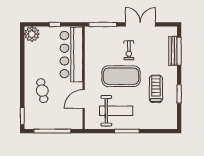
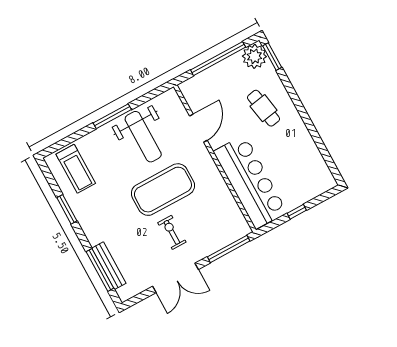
plant: (32, 34) -> (254, 56), moved
treadmill: (156, 89) -> (76, 169), moved
weight bench: (116, 111) -> (143, 137), turned -90

